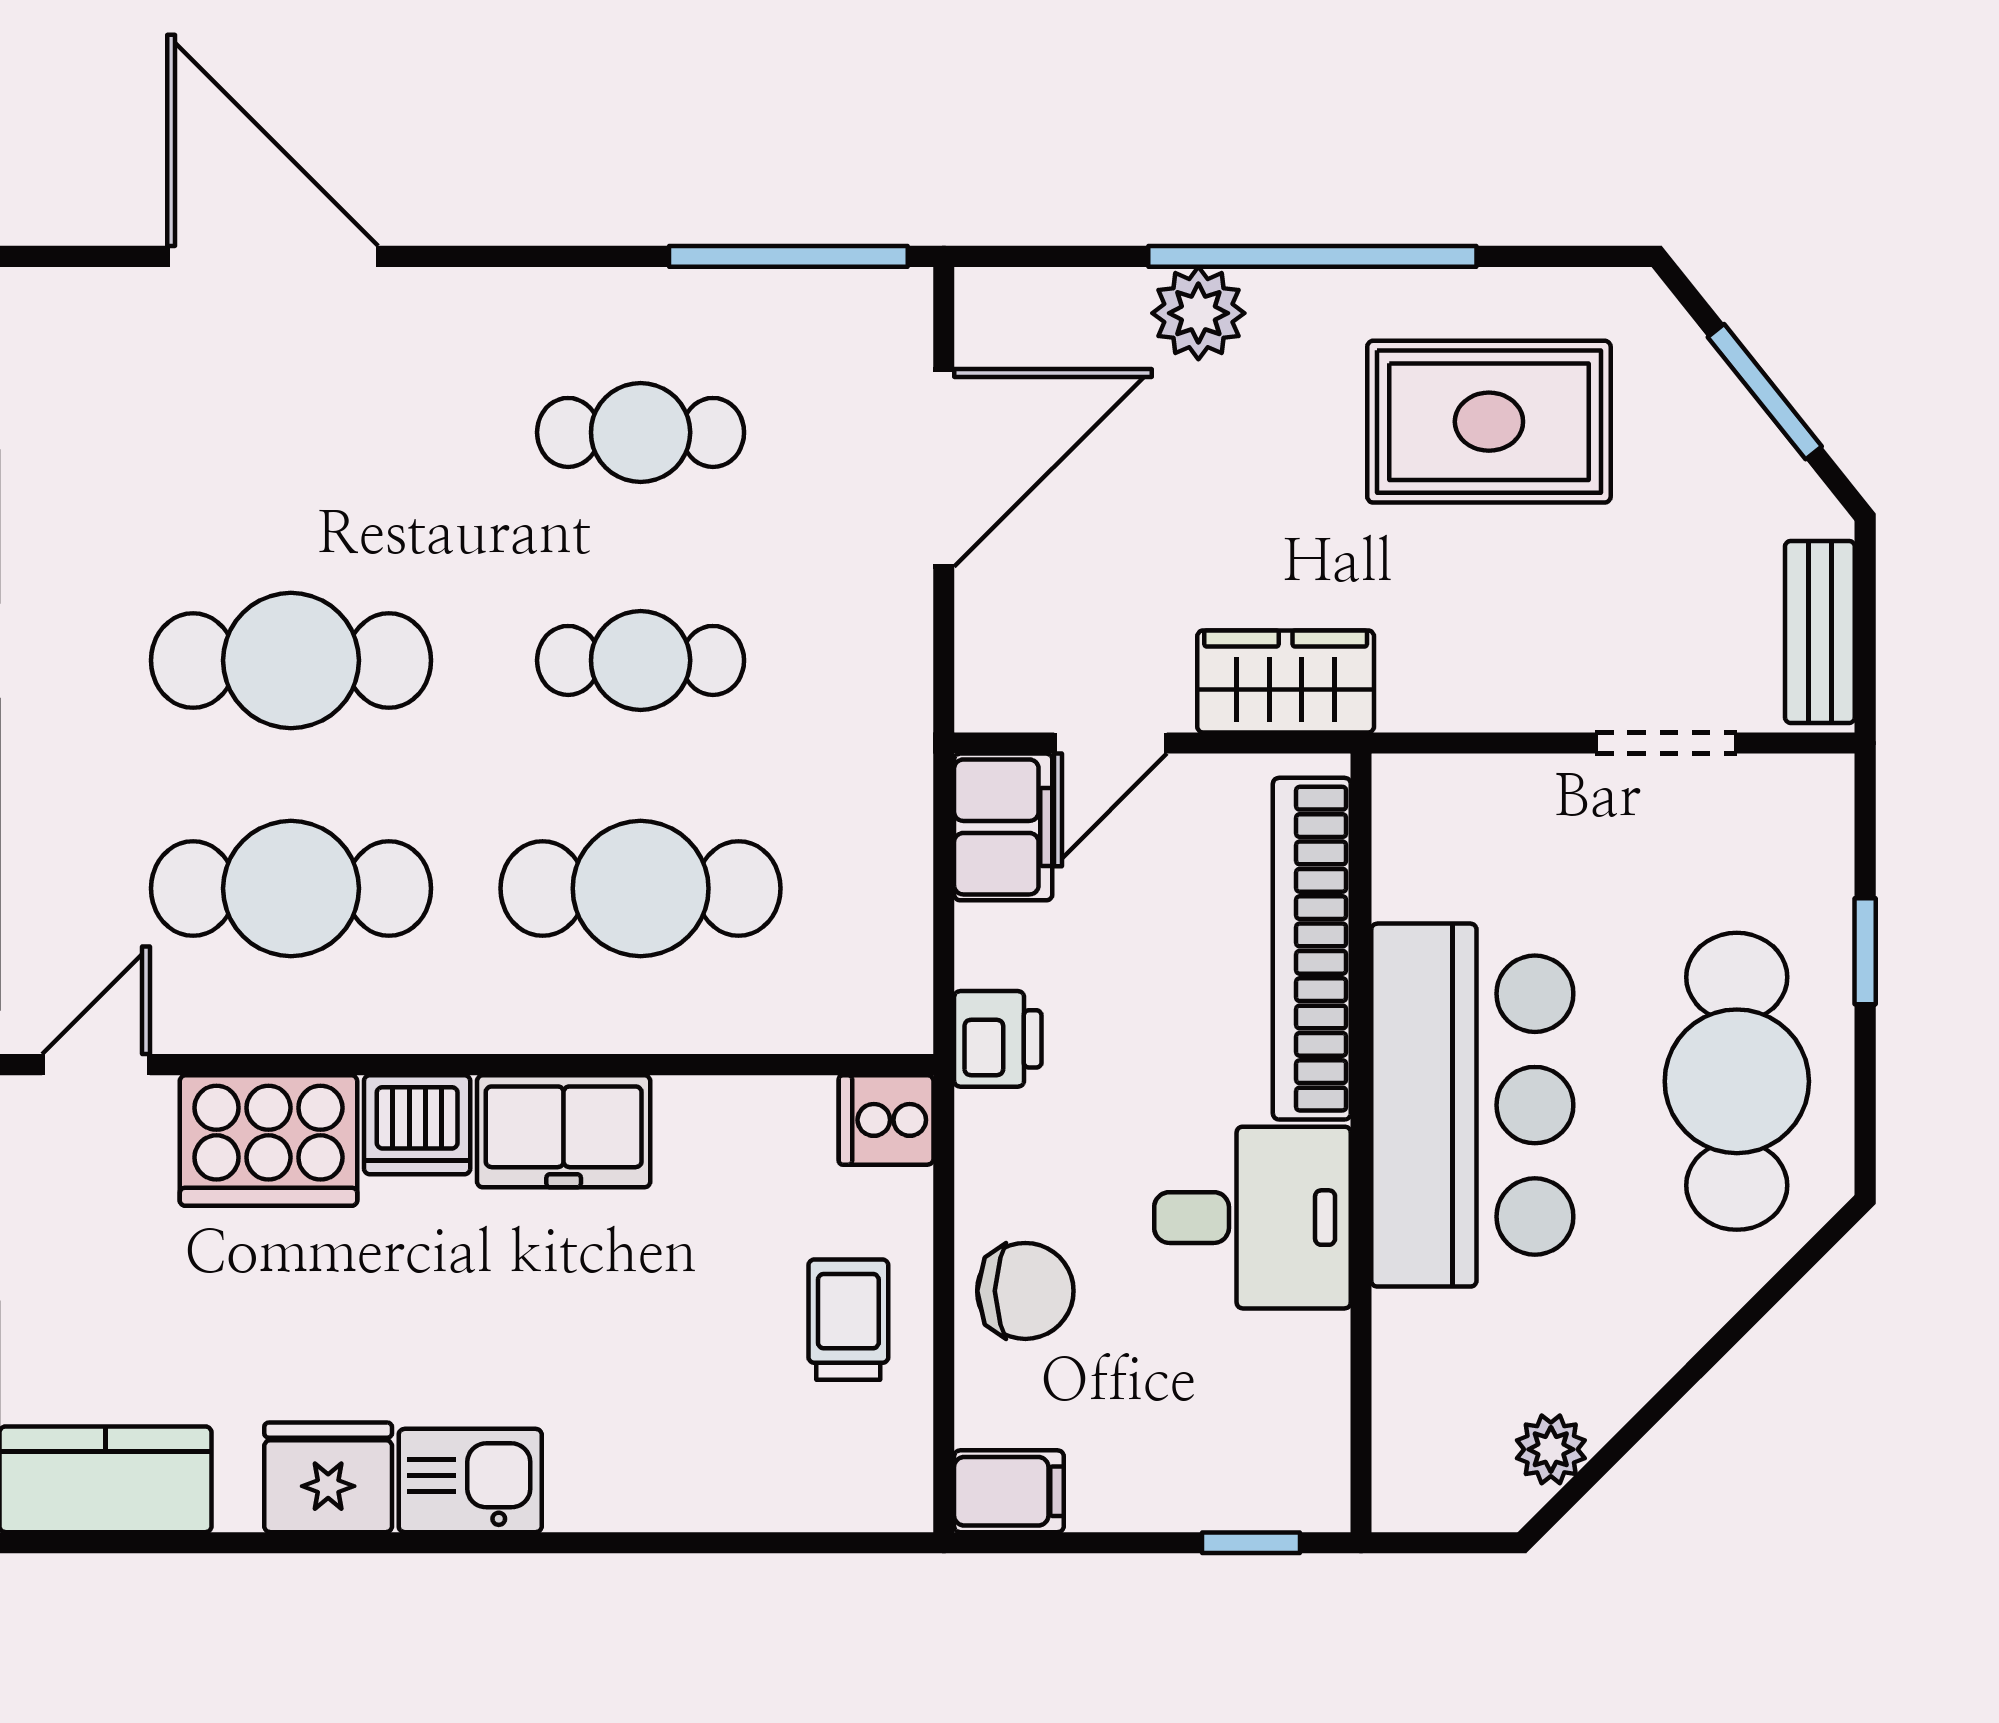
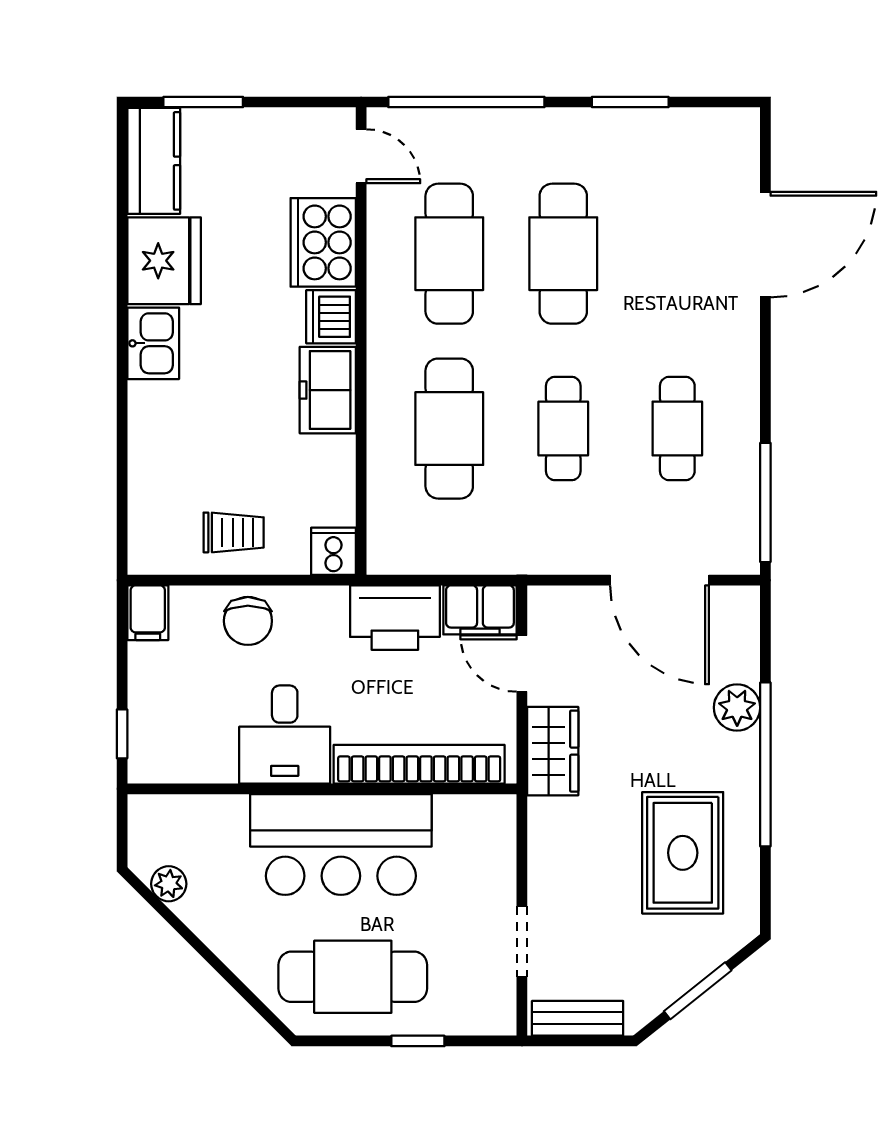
printer: (998, 1039) -> (395, 618), width x1.87, depth x1.48
fridge: (328, 1477) -> (164, 261), width x1.36, depth x1.34

